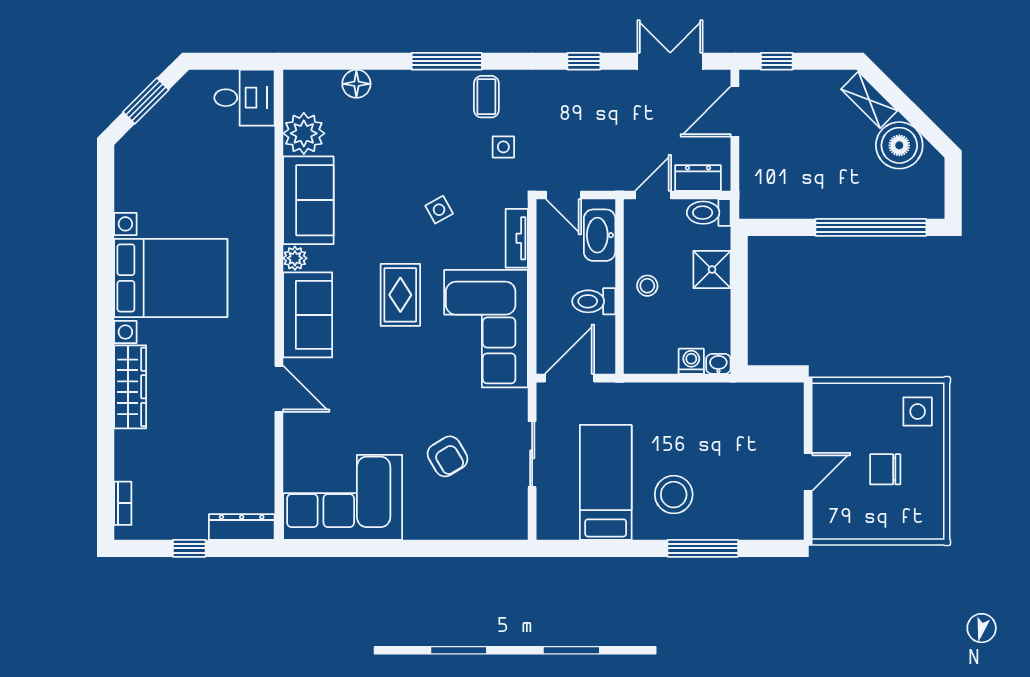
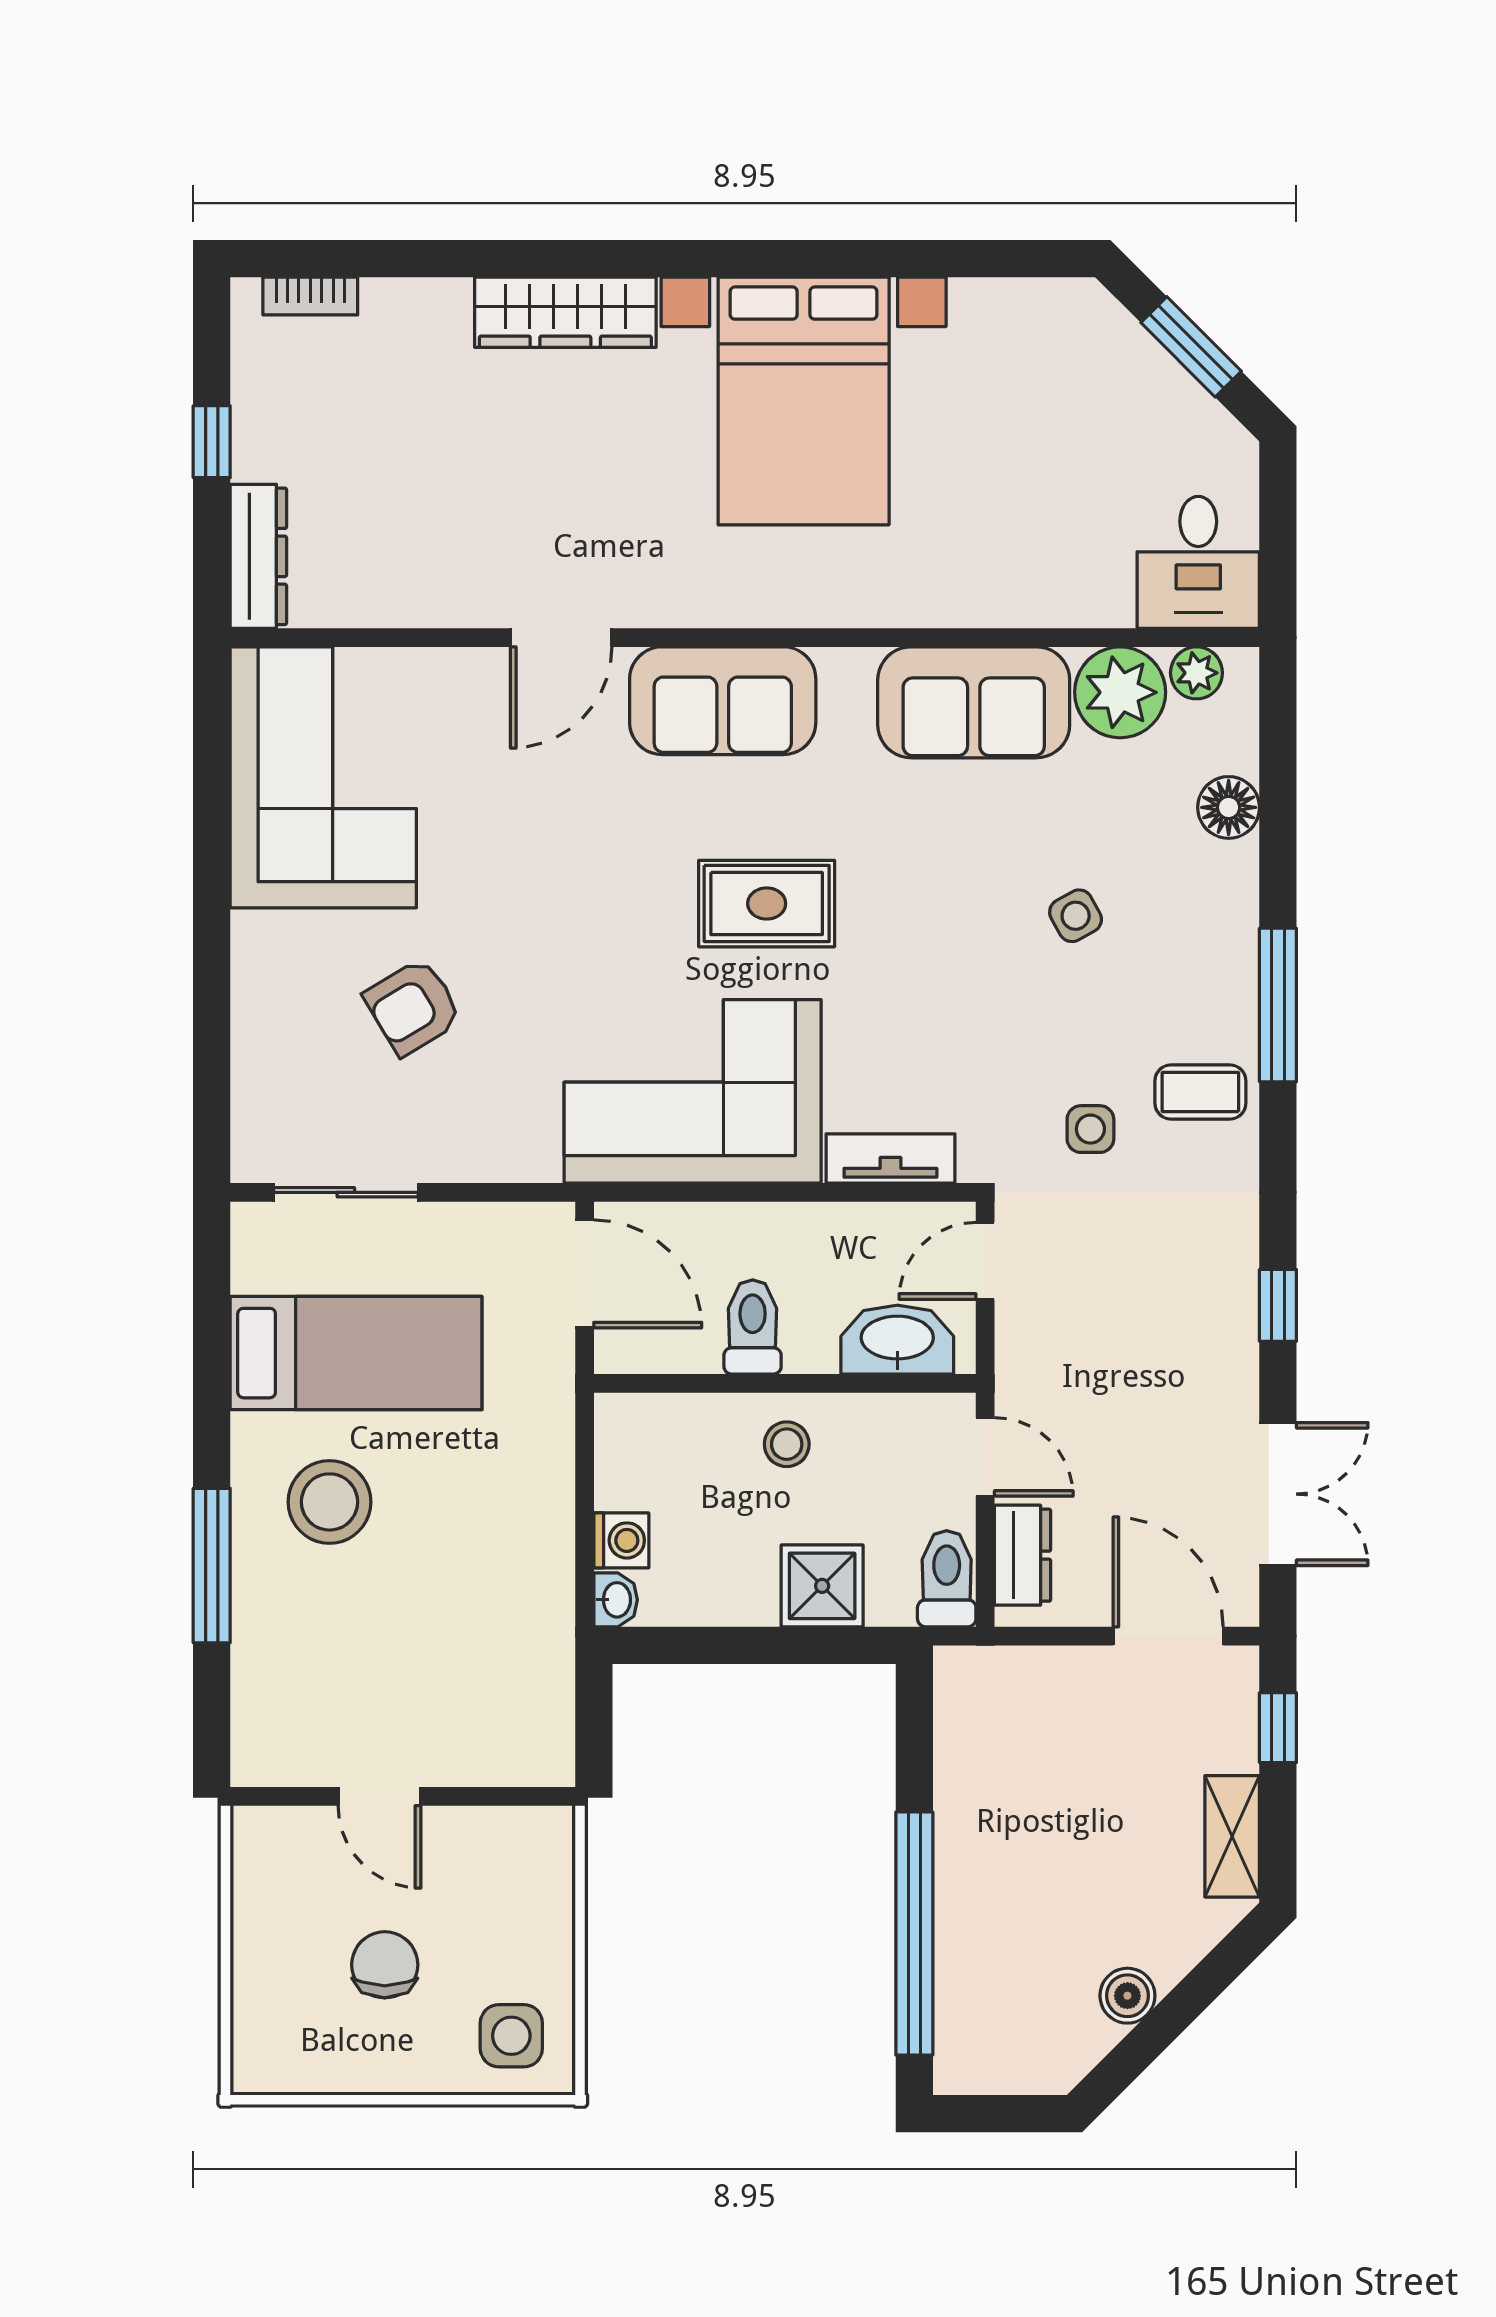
shelving: (869, 100) -> (1232, 1836), moved, turned -45
boiler: (899, 145) -> (1127, 1996), width x0.54, depth x0.54
side table: (439, 210) -> (1076, 916), moved
plant: (295, 258) -> (1196, 673), moved
sliding door: (532, 454) -> (346, 1192), moved

